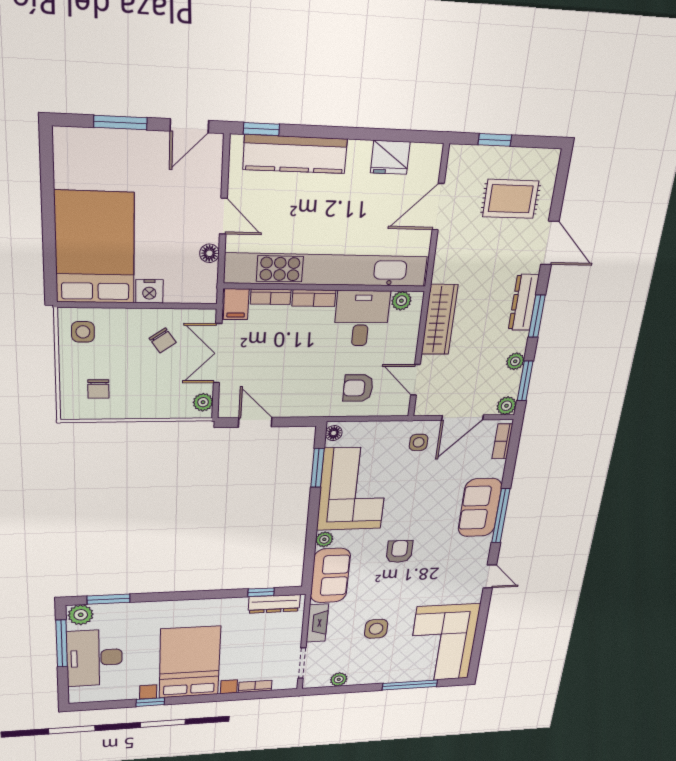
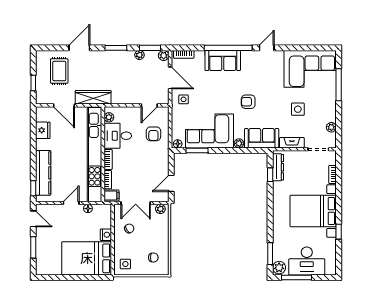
dresser: (524, 302) -> (109, 56), removed
wardrobe: (440, 320) -> (93, 97), moved
window: (501, 516) -> (228, 48), width x1.46

